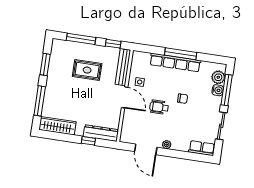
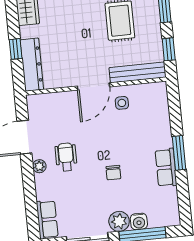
window: (181, 54) -> (179, 153), width x0.69
row of seats: (175, 62) -> (166, 168), width x0.50
plant: (218, 77) -> (119, 221), moved
wheelchair: (159, 107) -> (66, 157), moved

